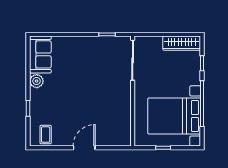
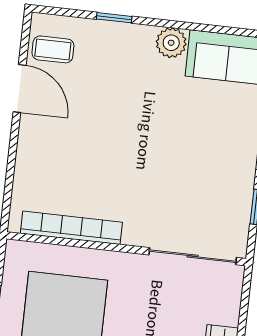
bookcase: (126, 117) -> (71, 228), added
door: (84, 148) -> (20, 88), moved

